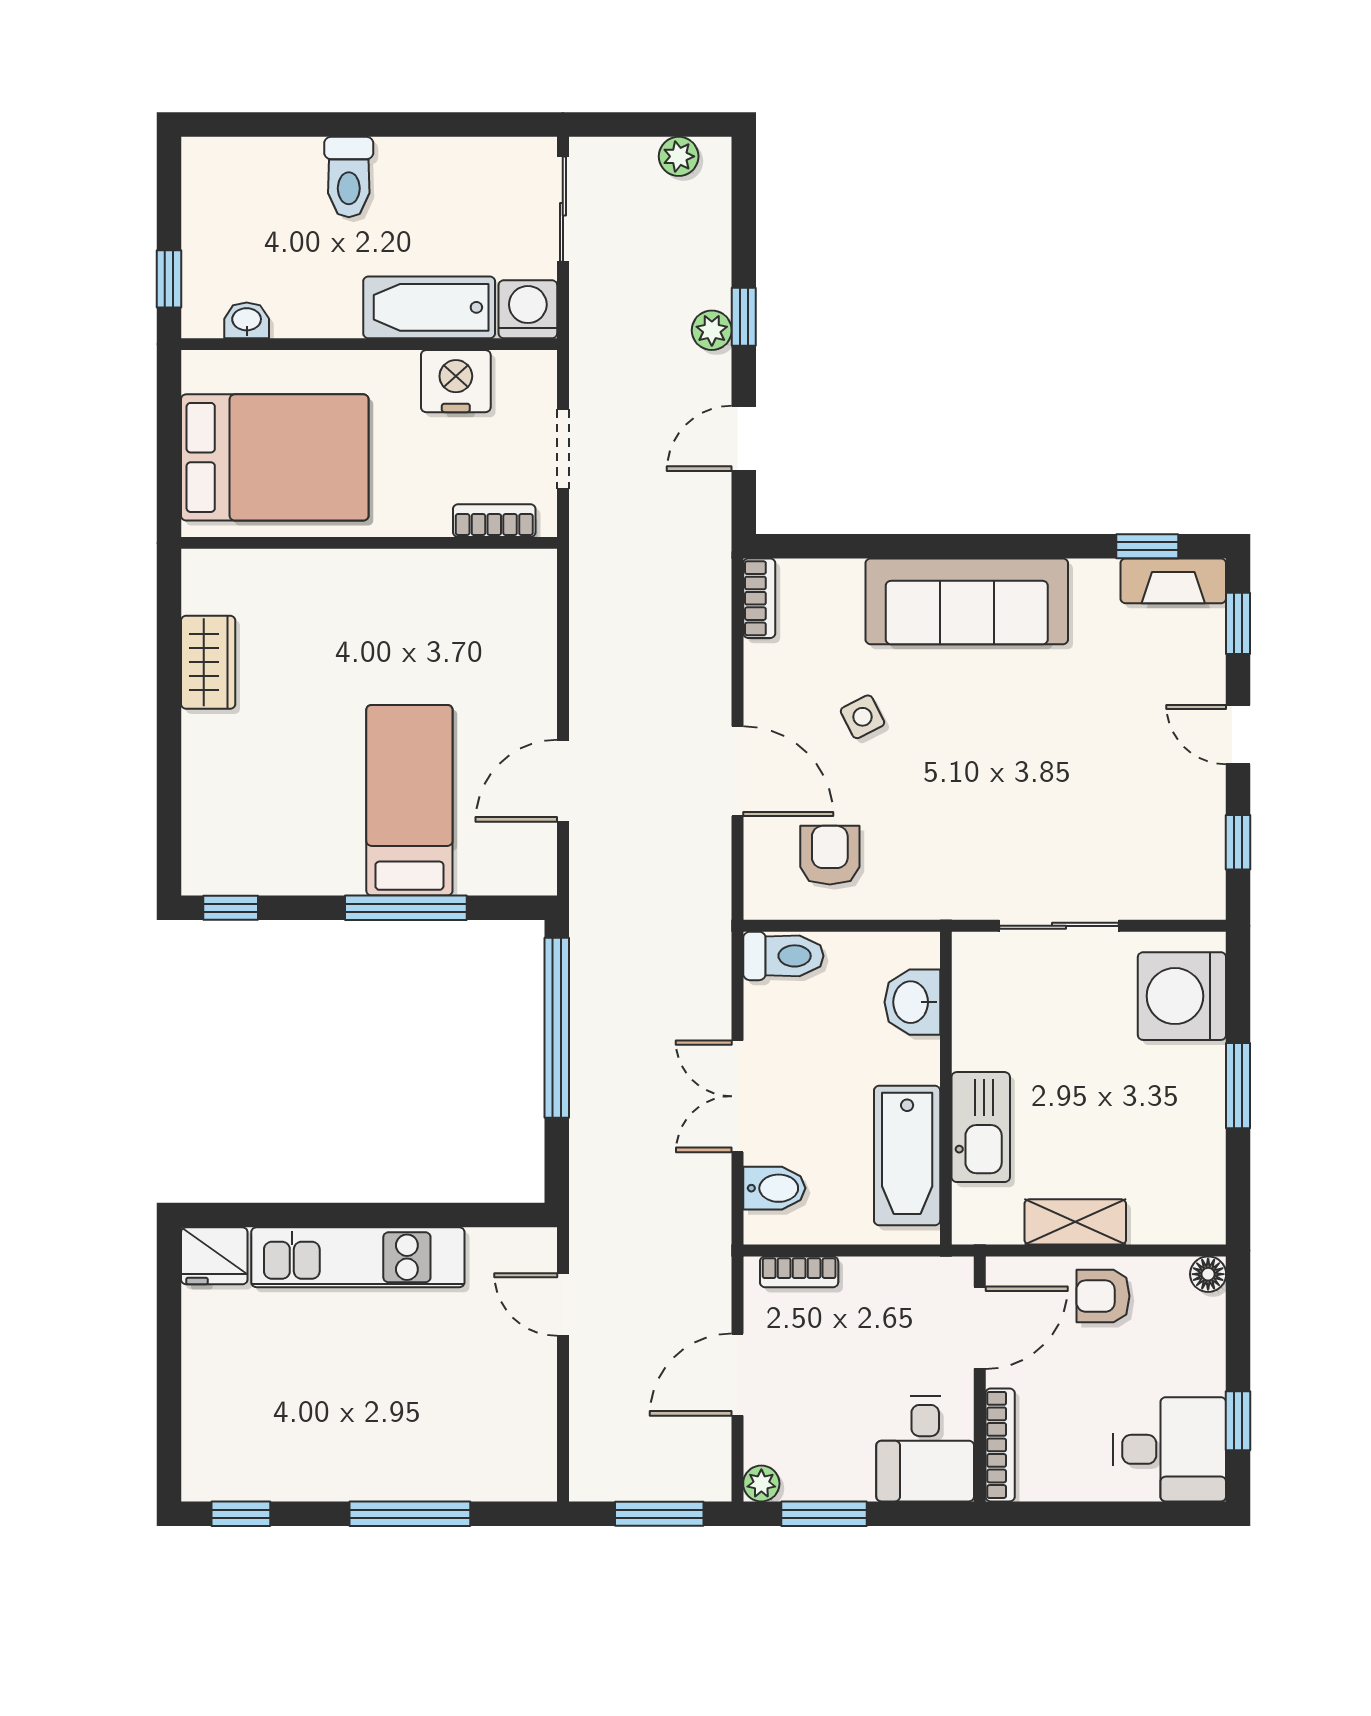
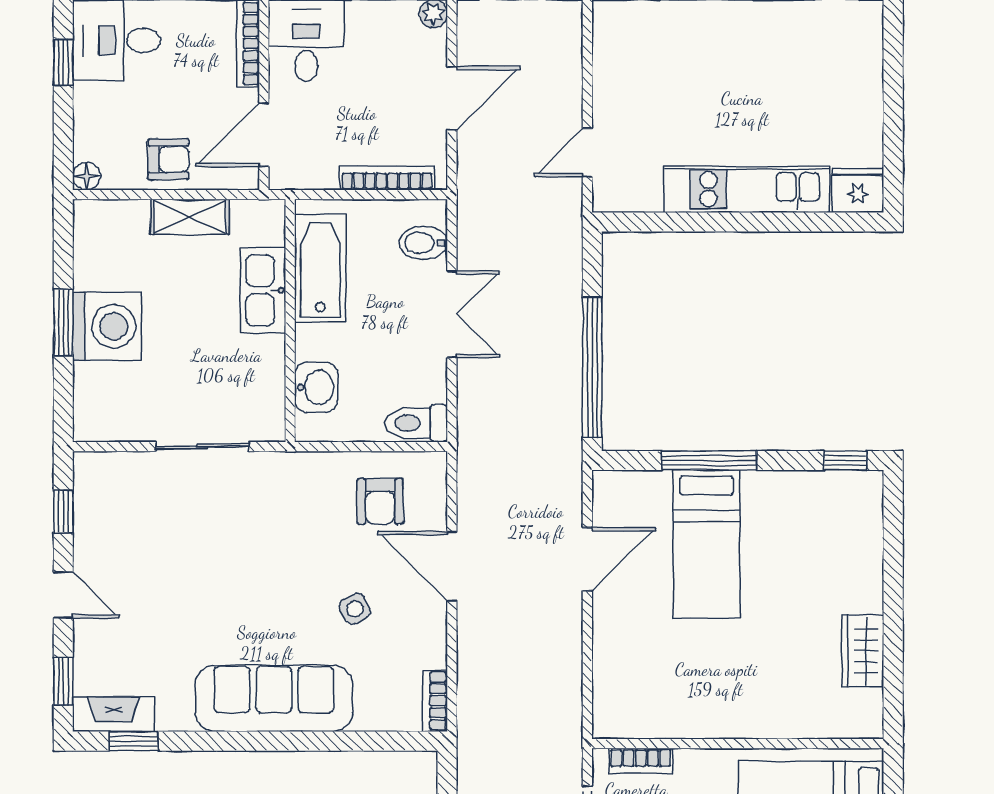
washing machine: (1182, 996) -> (107, 326), moved
bookcase: (799, 1272) -> (387, 178), width x1.56
door: (563, 1305) -> (587, 153), swing flipped

